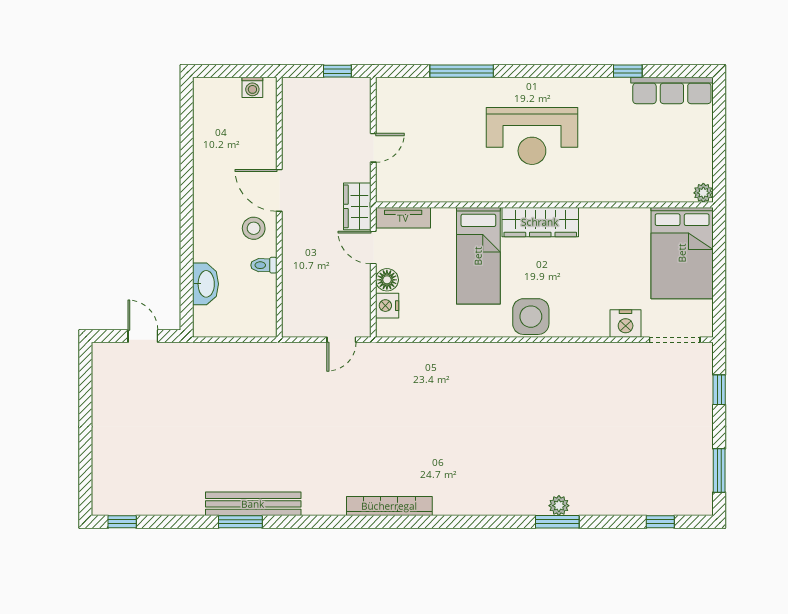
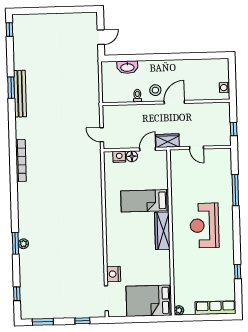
row of seats: (672, 90) -> (215, 308), moved, turned 90
tv unit: (403, 218) -> (163, 163), removed
side table: (531, 317) -> (116, 227), removed

